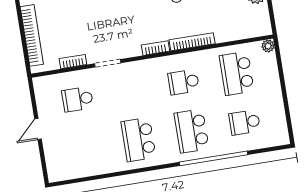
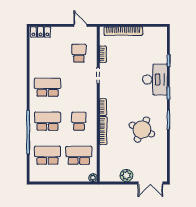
school desk: (245, 122) -> (47, 155), width x1.85
door: (38, 129) -> (80, 25), moved
locker: (54, 165) -> (40, 32), added

